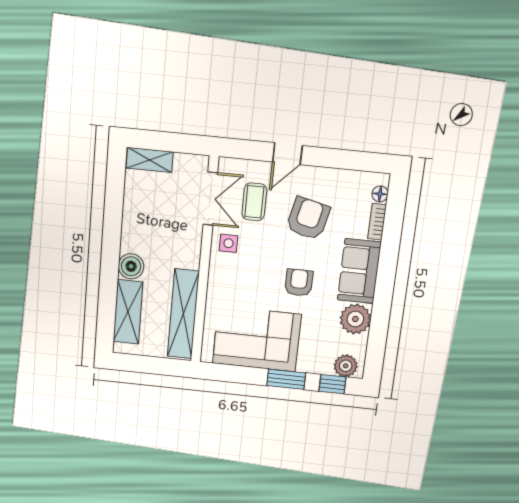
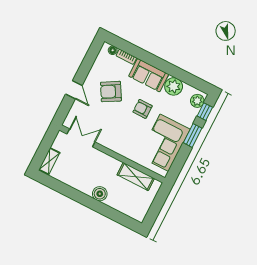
coffee table: (254, 202) -> (92, 116), removed
armchair: (308, 219) -> (111, 92), turned -43
side table: (229, 243) -> (108, 138), removed
shelving: (128, 312) -> (123, 206), removed
shelving: (183, 314) -> (136, 177), width x0.68

